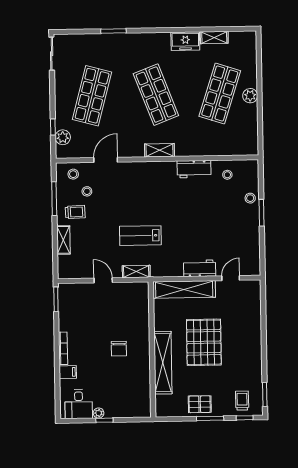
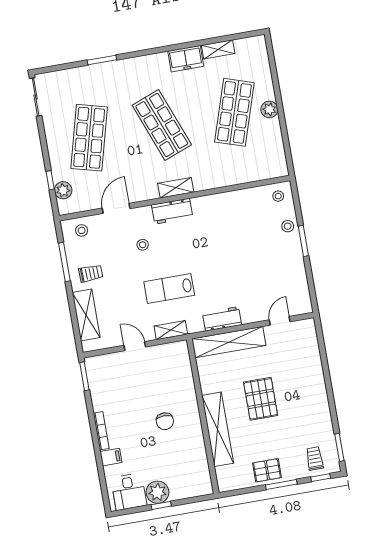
workbench: (194, 169) -> (172, 211), moved
stool: (227, 175) -> (278, 196), moved
stool: (87, 191) -> (143, 245), moved
shelving: (63, 240) -> (86, 315), width x1.50, depth x1.33
workbench: (200, 268) -> (222, 319), moved
pallet: (204, 342) -> (261, 399), width x0.73, depth x0.71
plant: (99, 413) -> (157, 492), width x1.87, depth x1.87

